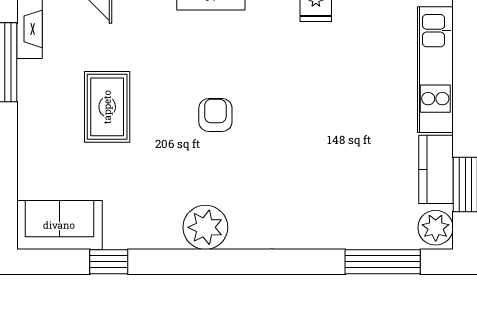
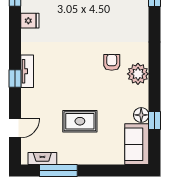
armchair: (215, 115) -> (112, 62), moved, turned 90
floor lamp: (120, 234) -> (141, 115), added

